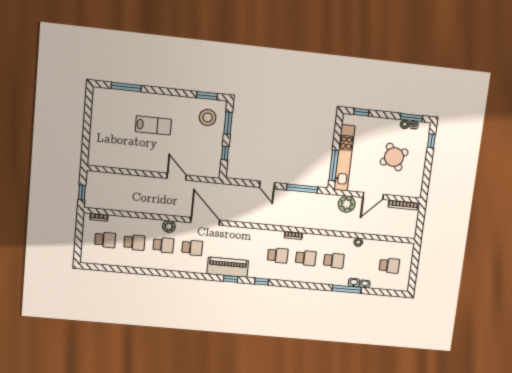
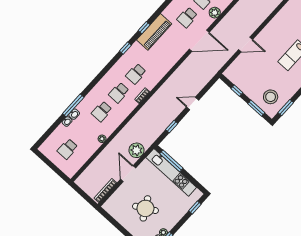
window: (302, 188) -> (172, 127), width x0.46

